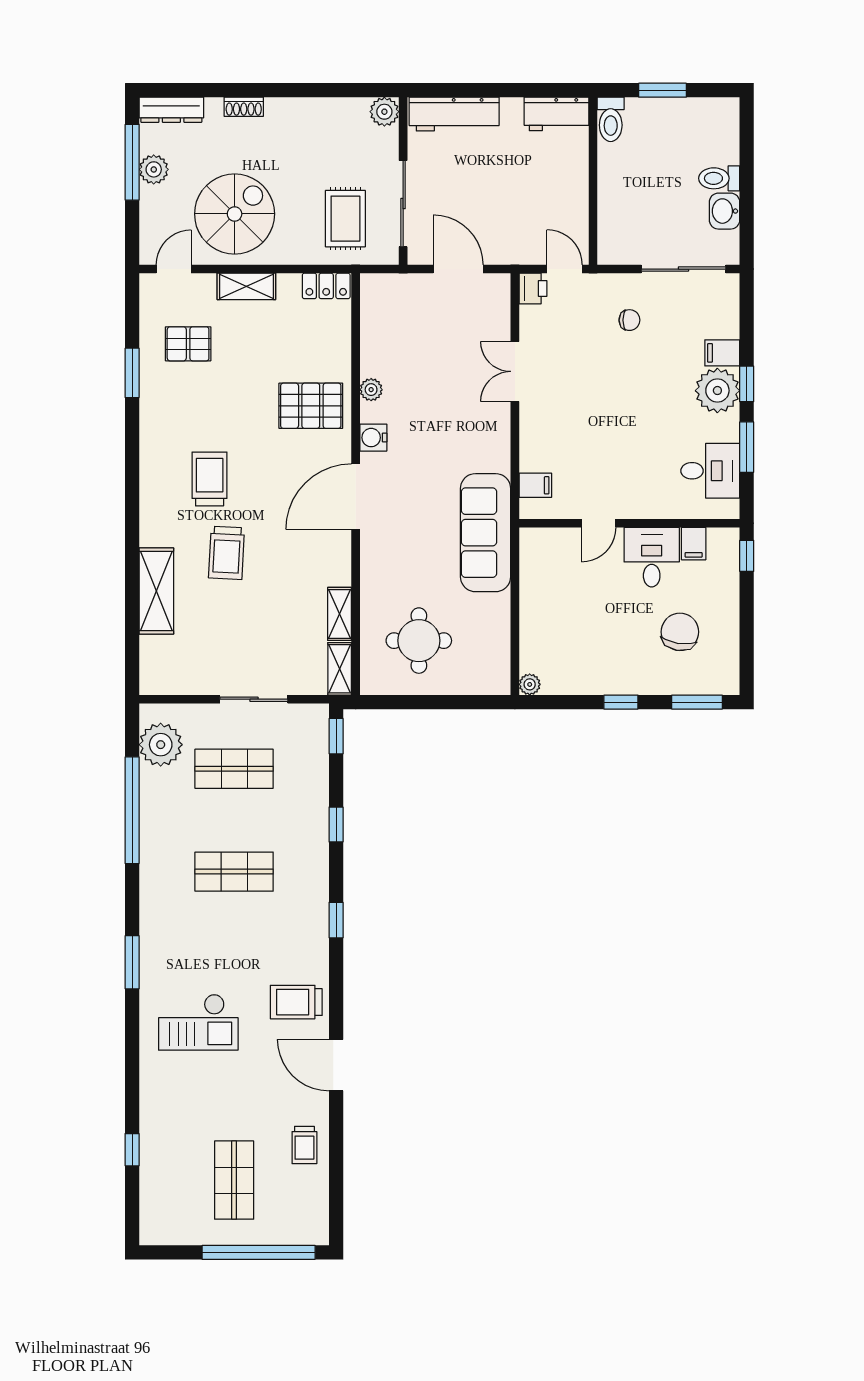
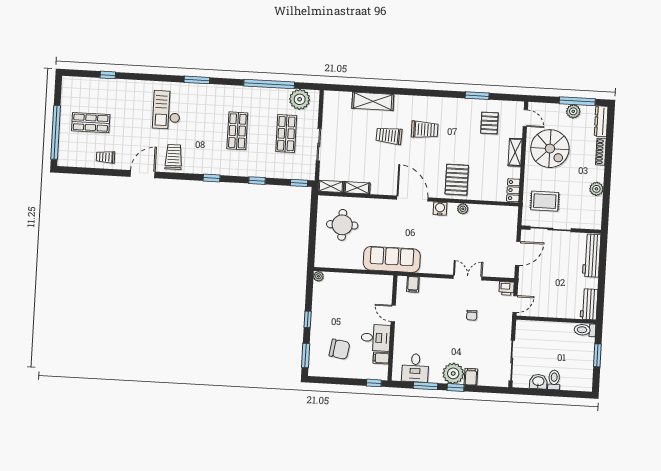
shoe rack: (244, 107) -> (601, 152), width x1.43
plant: (384, 112) -> (596, 189), moved
chair: (629, 320) -> (472, 315), moved

